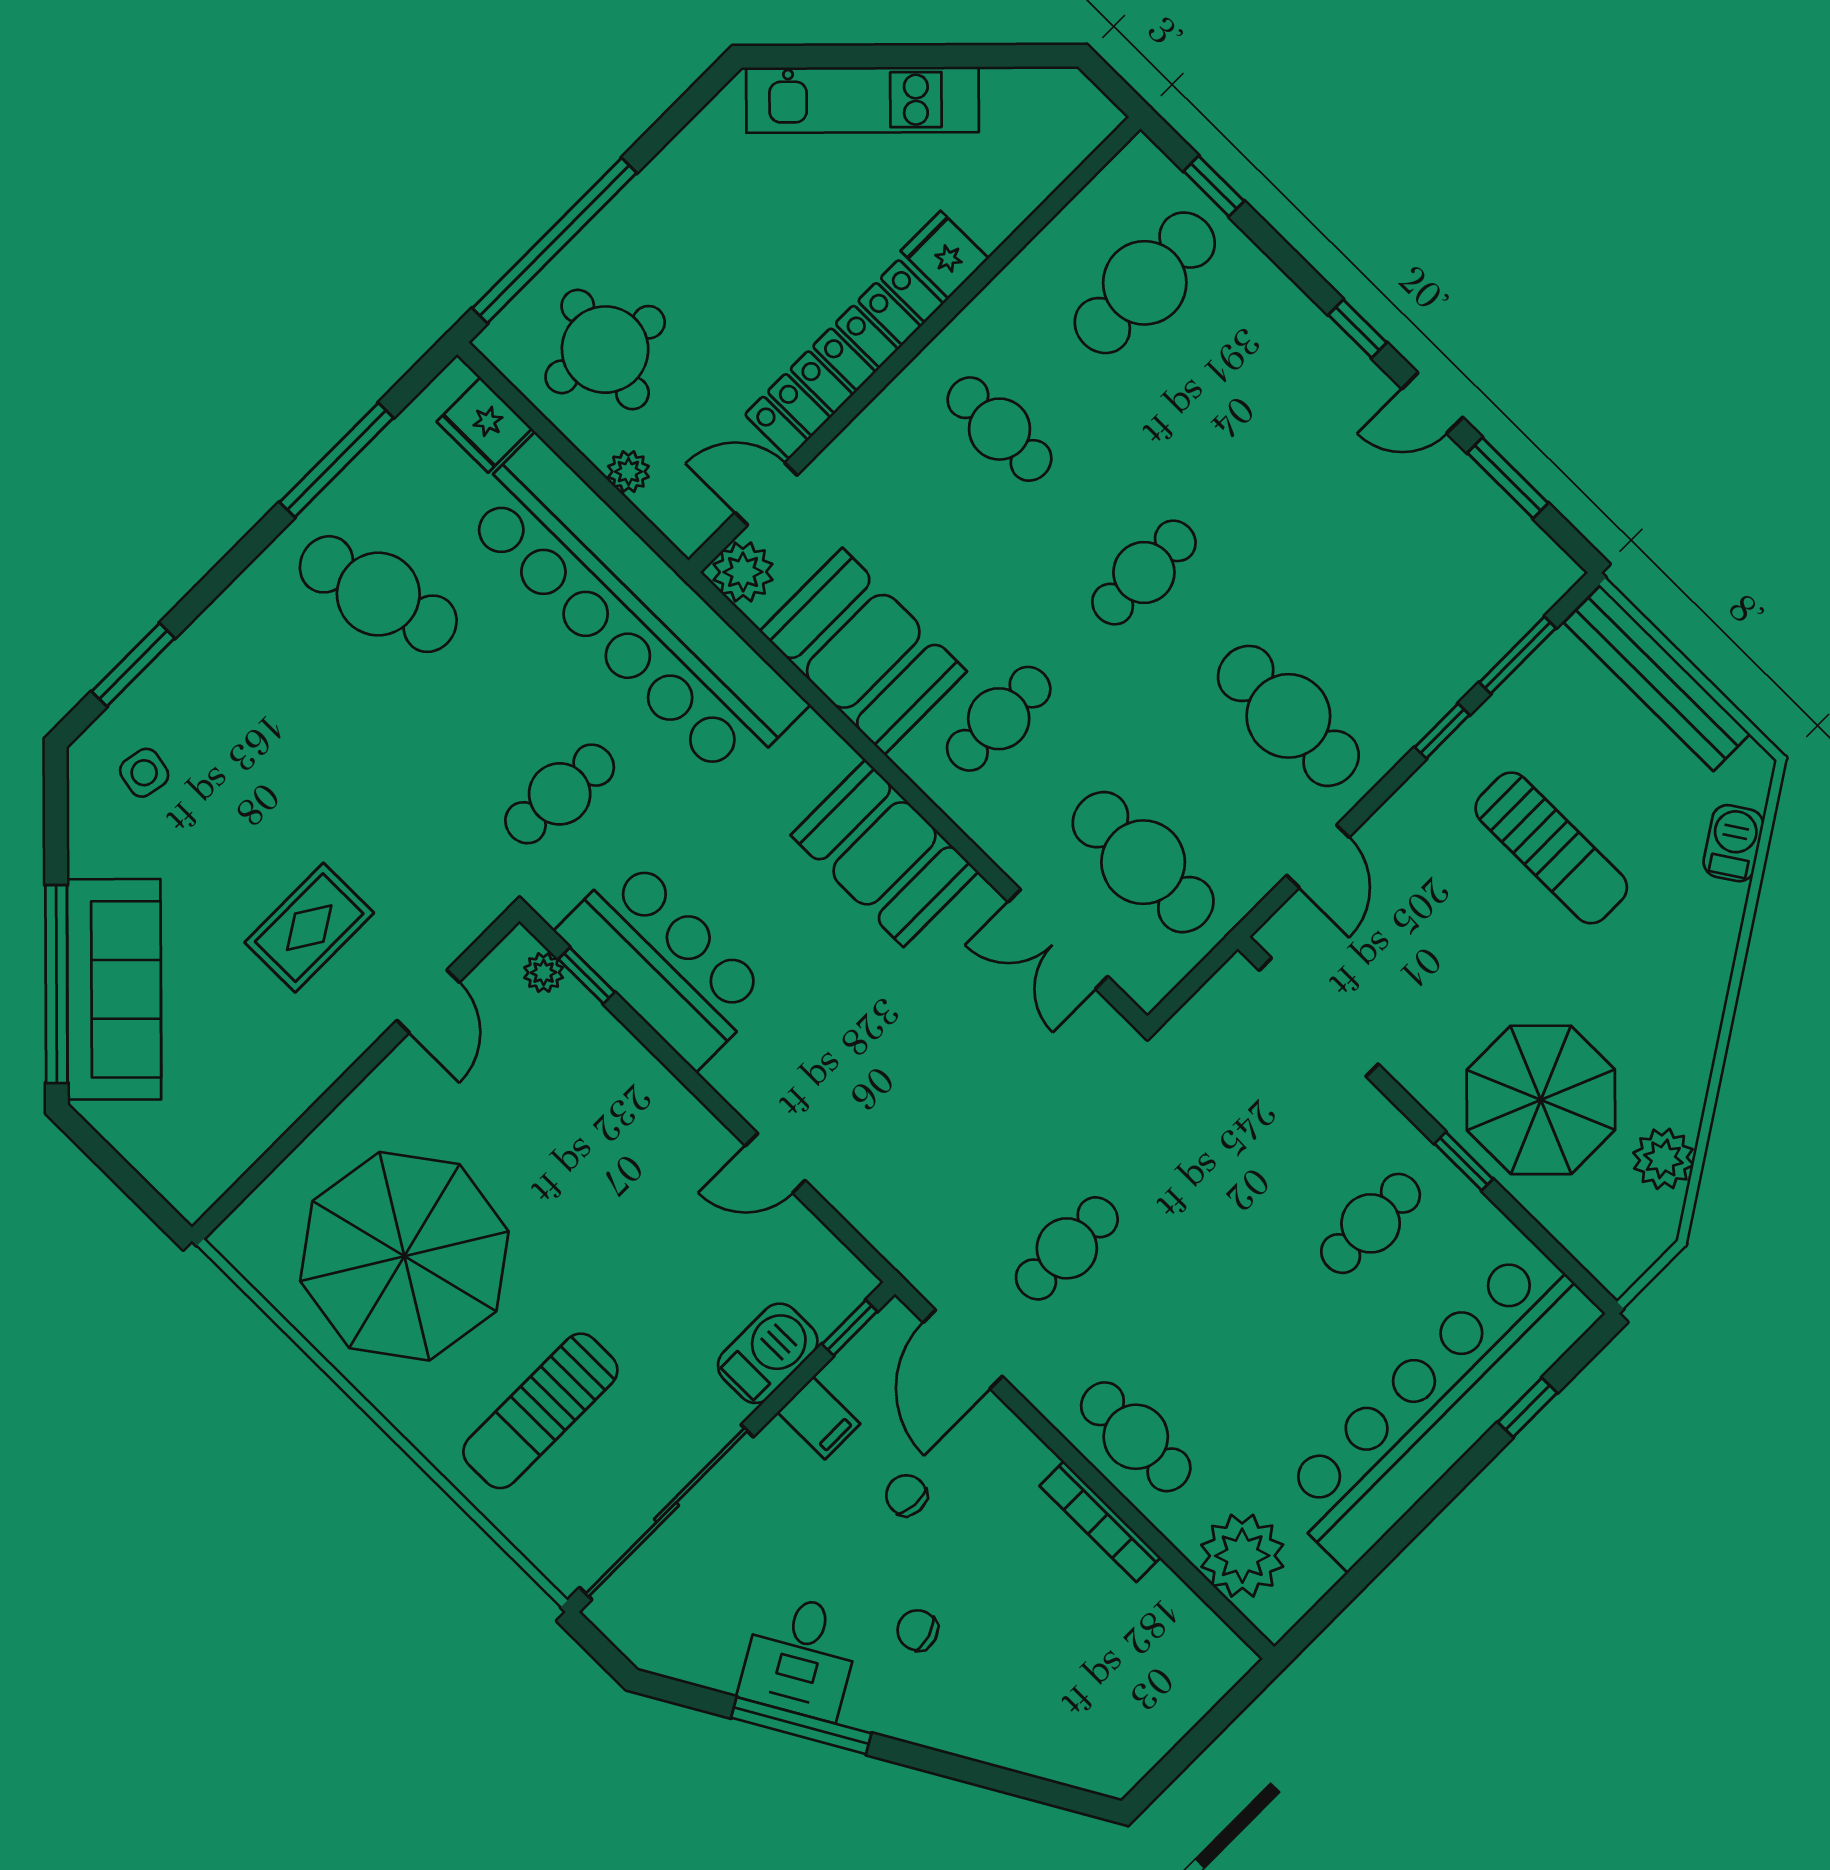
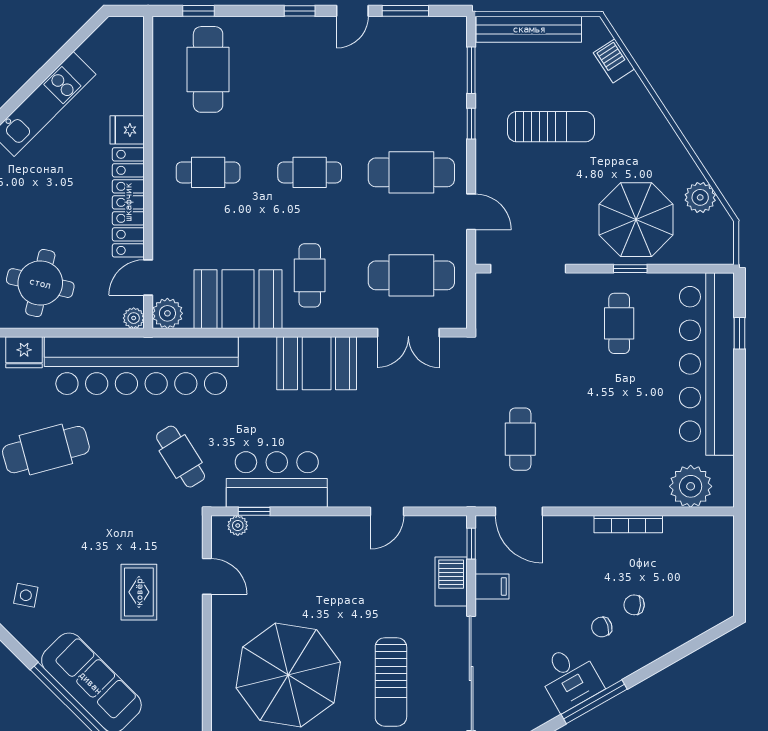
plant: (628, 472) -> (134, 318), moved
cafe table: (1144, 572) -> (310, 172), turned 90
cafe table: (560, 794) -> (181, 457), turned -37
cafe table: (1136, 1437) -> (611, 482), removed
chair: (906, 1495) -> (634, 605), moved

